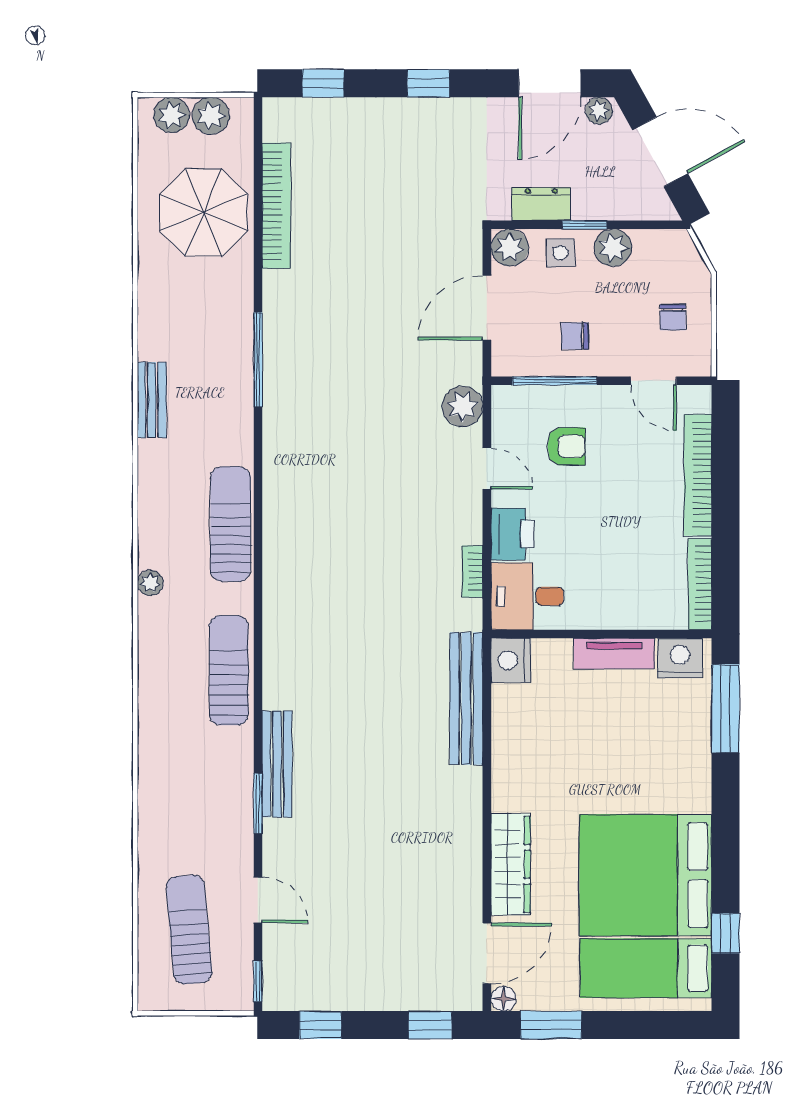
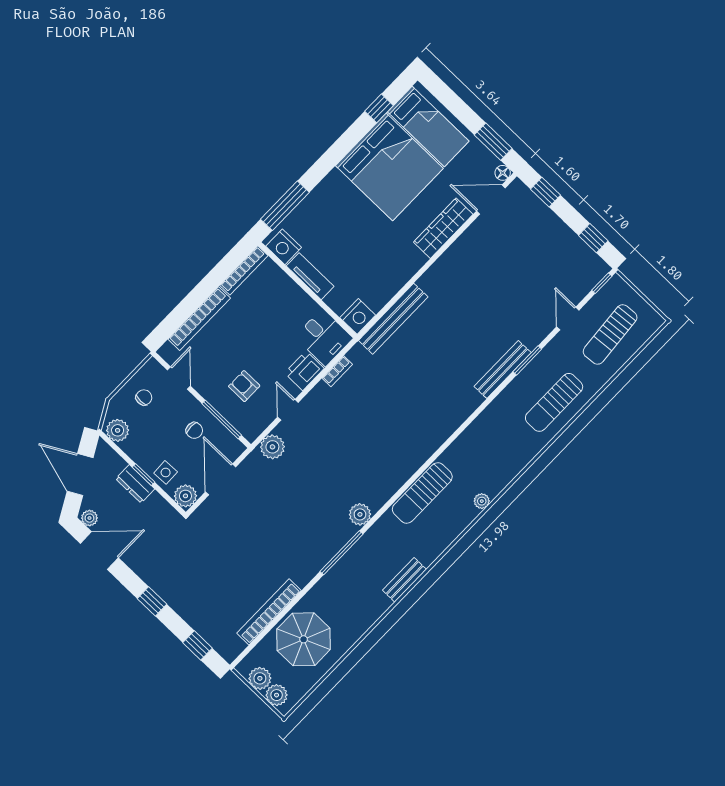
dresser: (541, 204) -> (135, 484), moved
plant: (613, 248) -> (118, 430), moved
door: (487, 308) -> (221, 479), swing flipped
plant: (280, 427) -> (360, 514), added
sun lounger: (229, 670) -> (554, 402), moved

